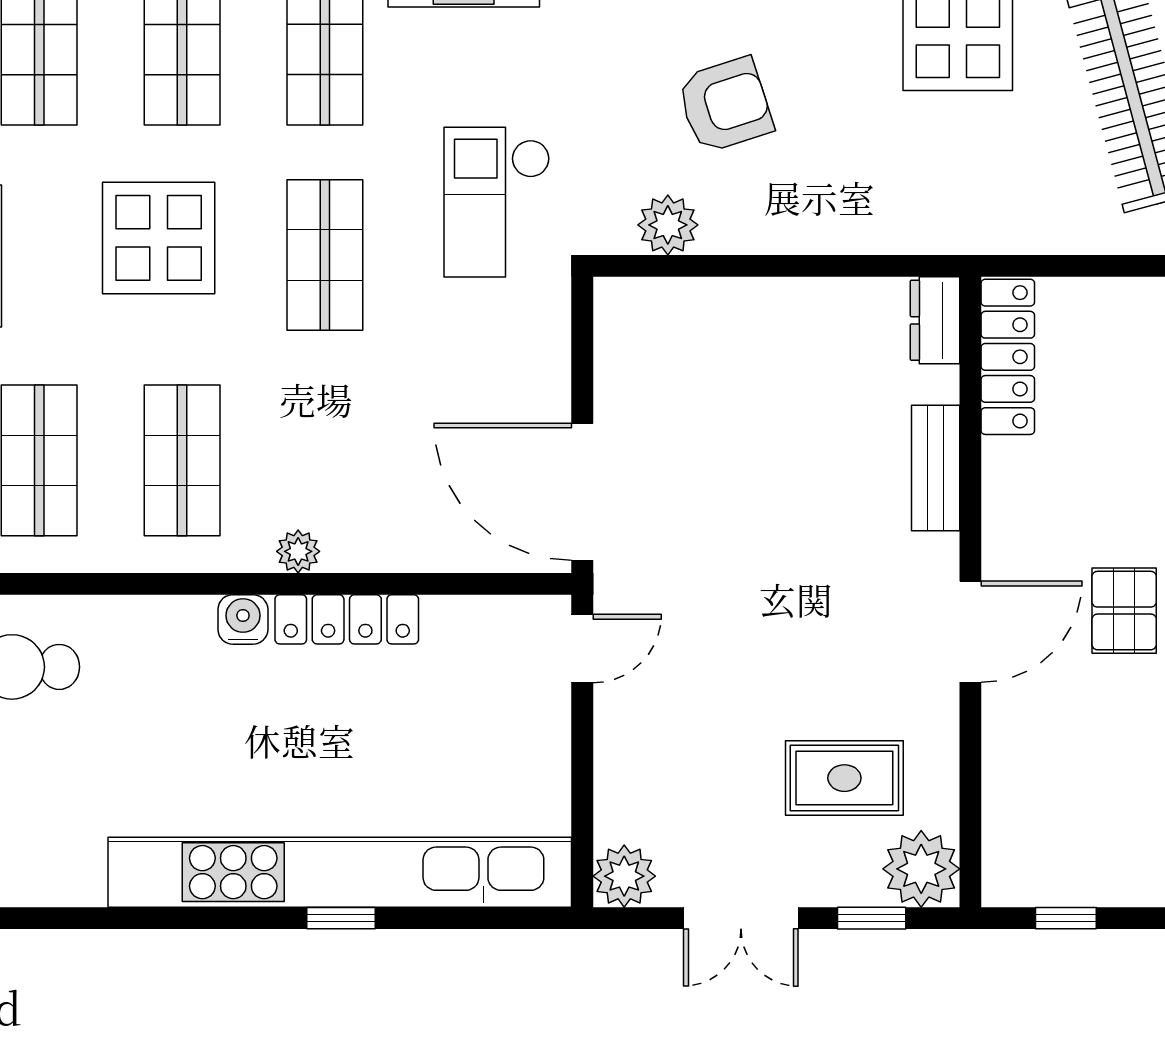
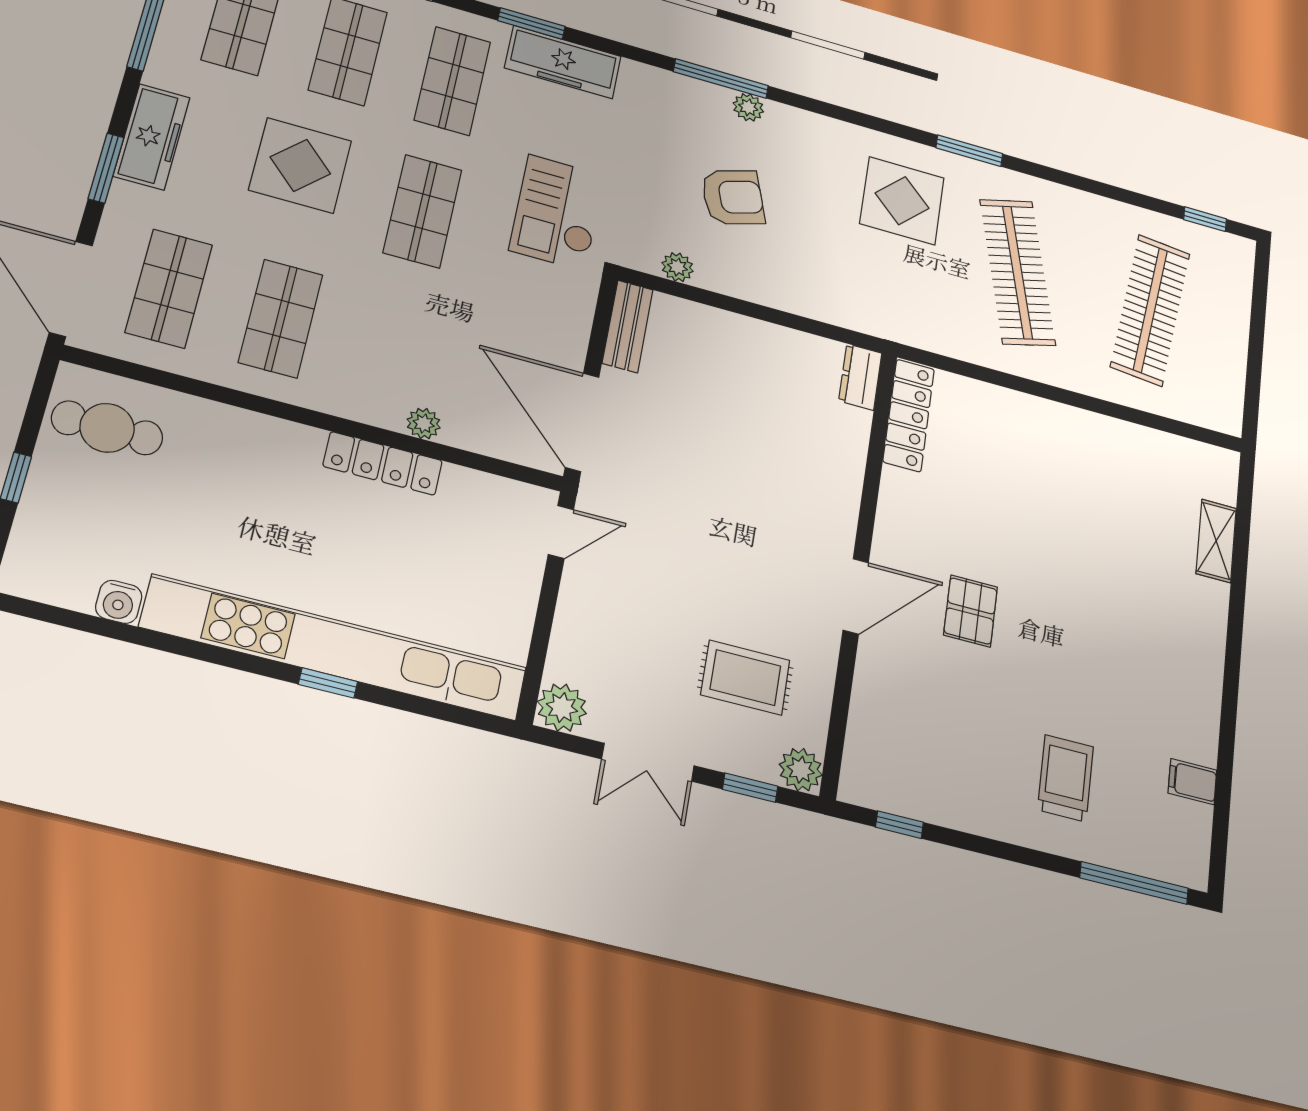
plant: (668, 225) -> (677, 267), width x0.73, depth x0.73
bench: (936, 468) -> (628, 326), moved
plant: (298, 551) -> (424, 424), moved
water cooler: (243, 619) -> (119, 602), moved, turned 180
plant: (921, 869) -> (801, 770), width x0.73, depth x0.73

